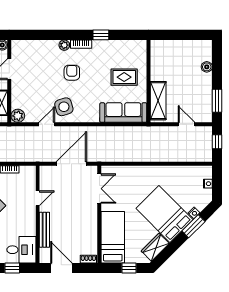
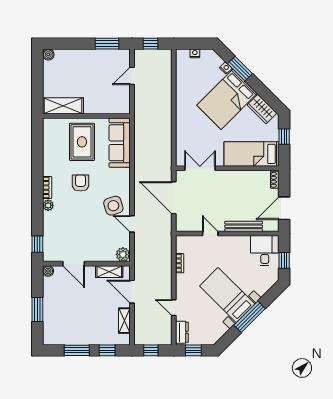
window: (101, 35) -> (37, 244), moved
boiler: (207, 67) -> (48, 54), moved
armchair: (72, 73) -> (80, 183), moved, turned 90
rug: (124, 77) -> (82, 142), width x1.36, depth x1.43
shelving: (158, 101) -> (63, 106), moved

